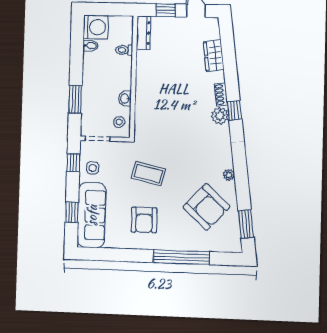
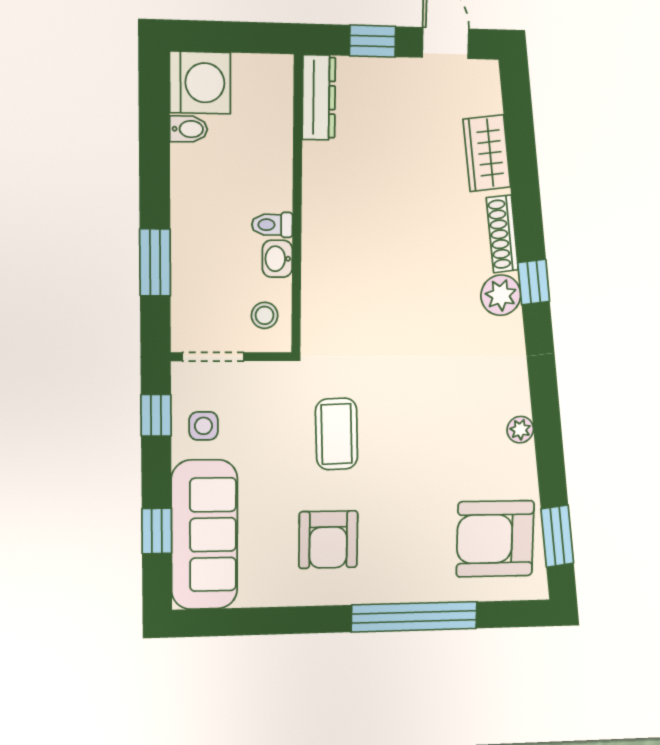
toilet: (124, 50) -> (272, 225), moved
shoe rack: (221, 94) -> (502, 234), width x1.43
coffee table: (148, 174) -> (337, 434), turned 75
armchair: (206, 207) -> (495, 539), moved, turned 137

